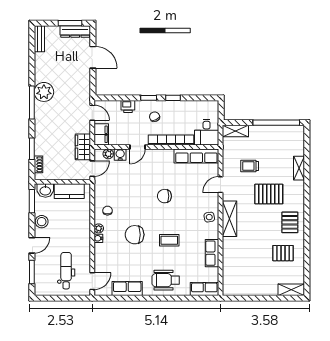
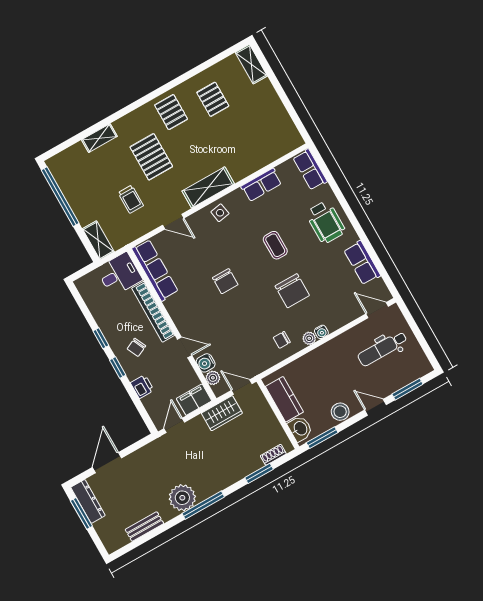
bench: (39, 39) -> (144, 527), moved
pallet: (290, 222) -> (171, 112), turned 90

